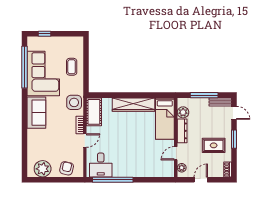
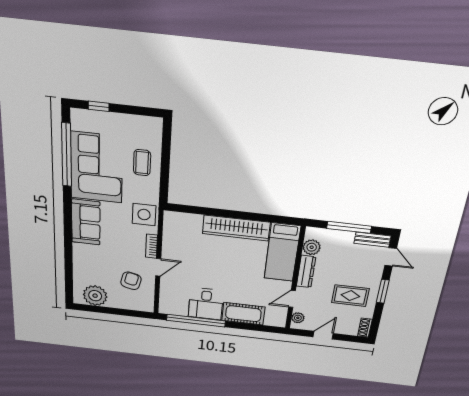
cot: (94, 112) -> (243, 314), moved, turned 90
desk: (101, 165) -> (206, 304), moved
armchair: (67, 168) -> (131, 281), moved

